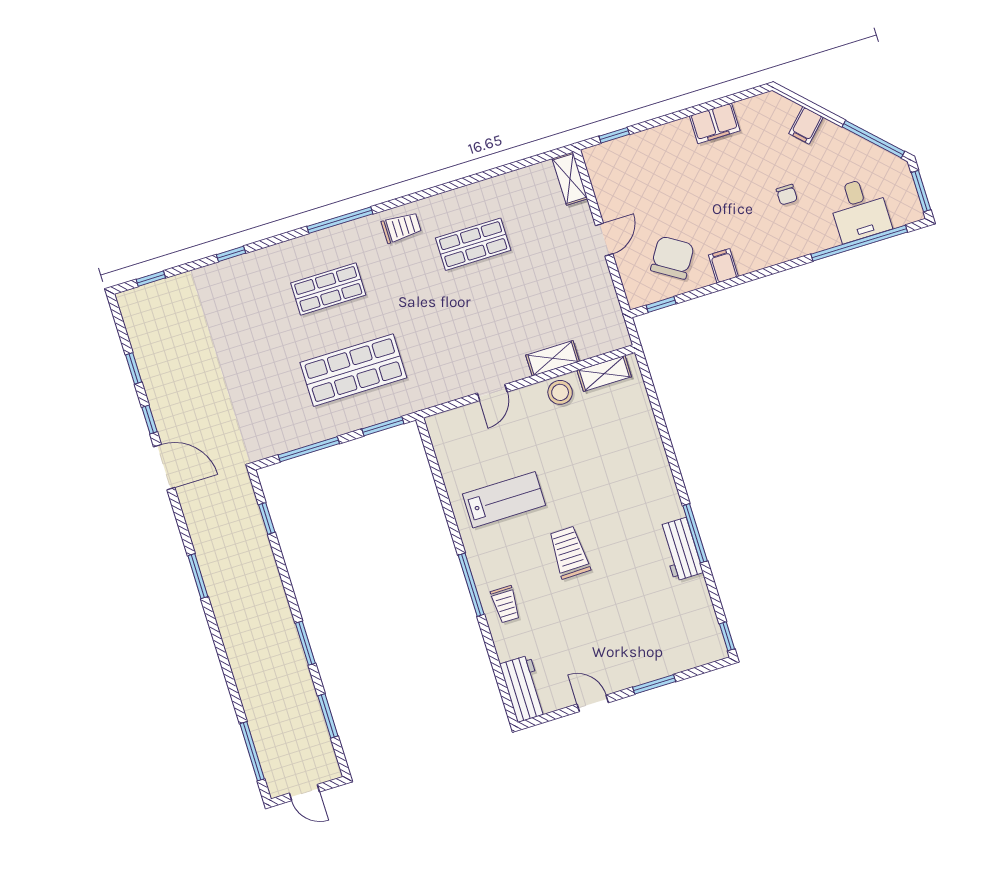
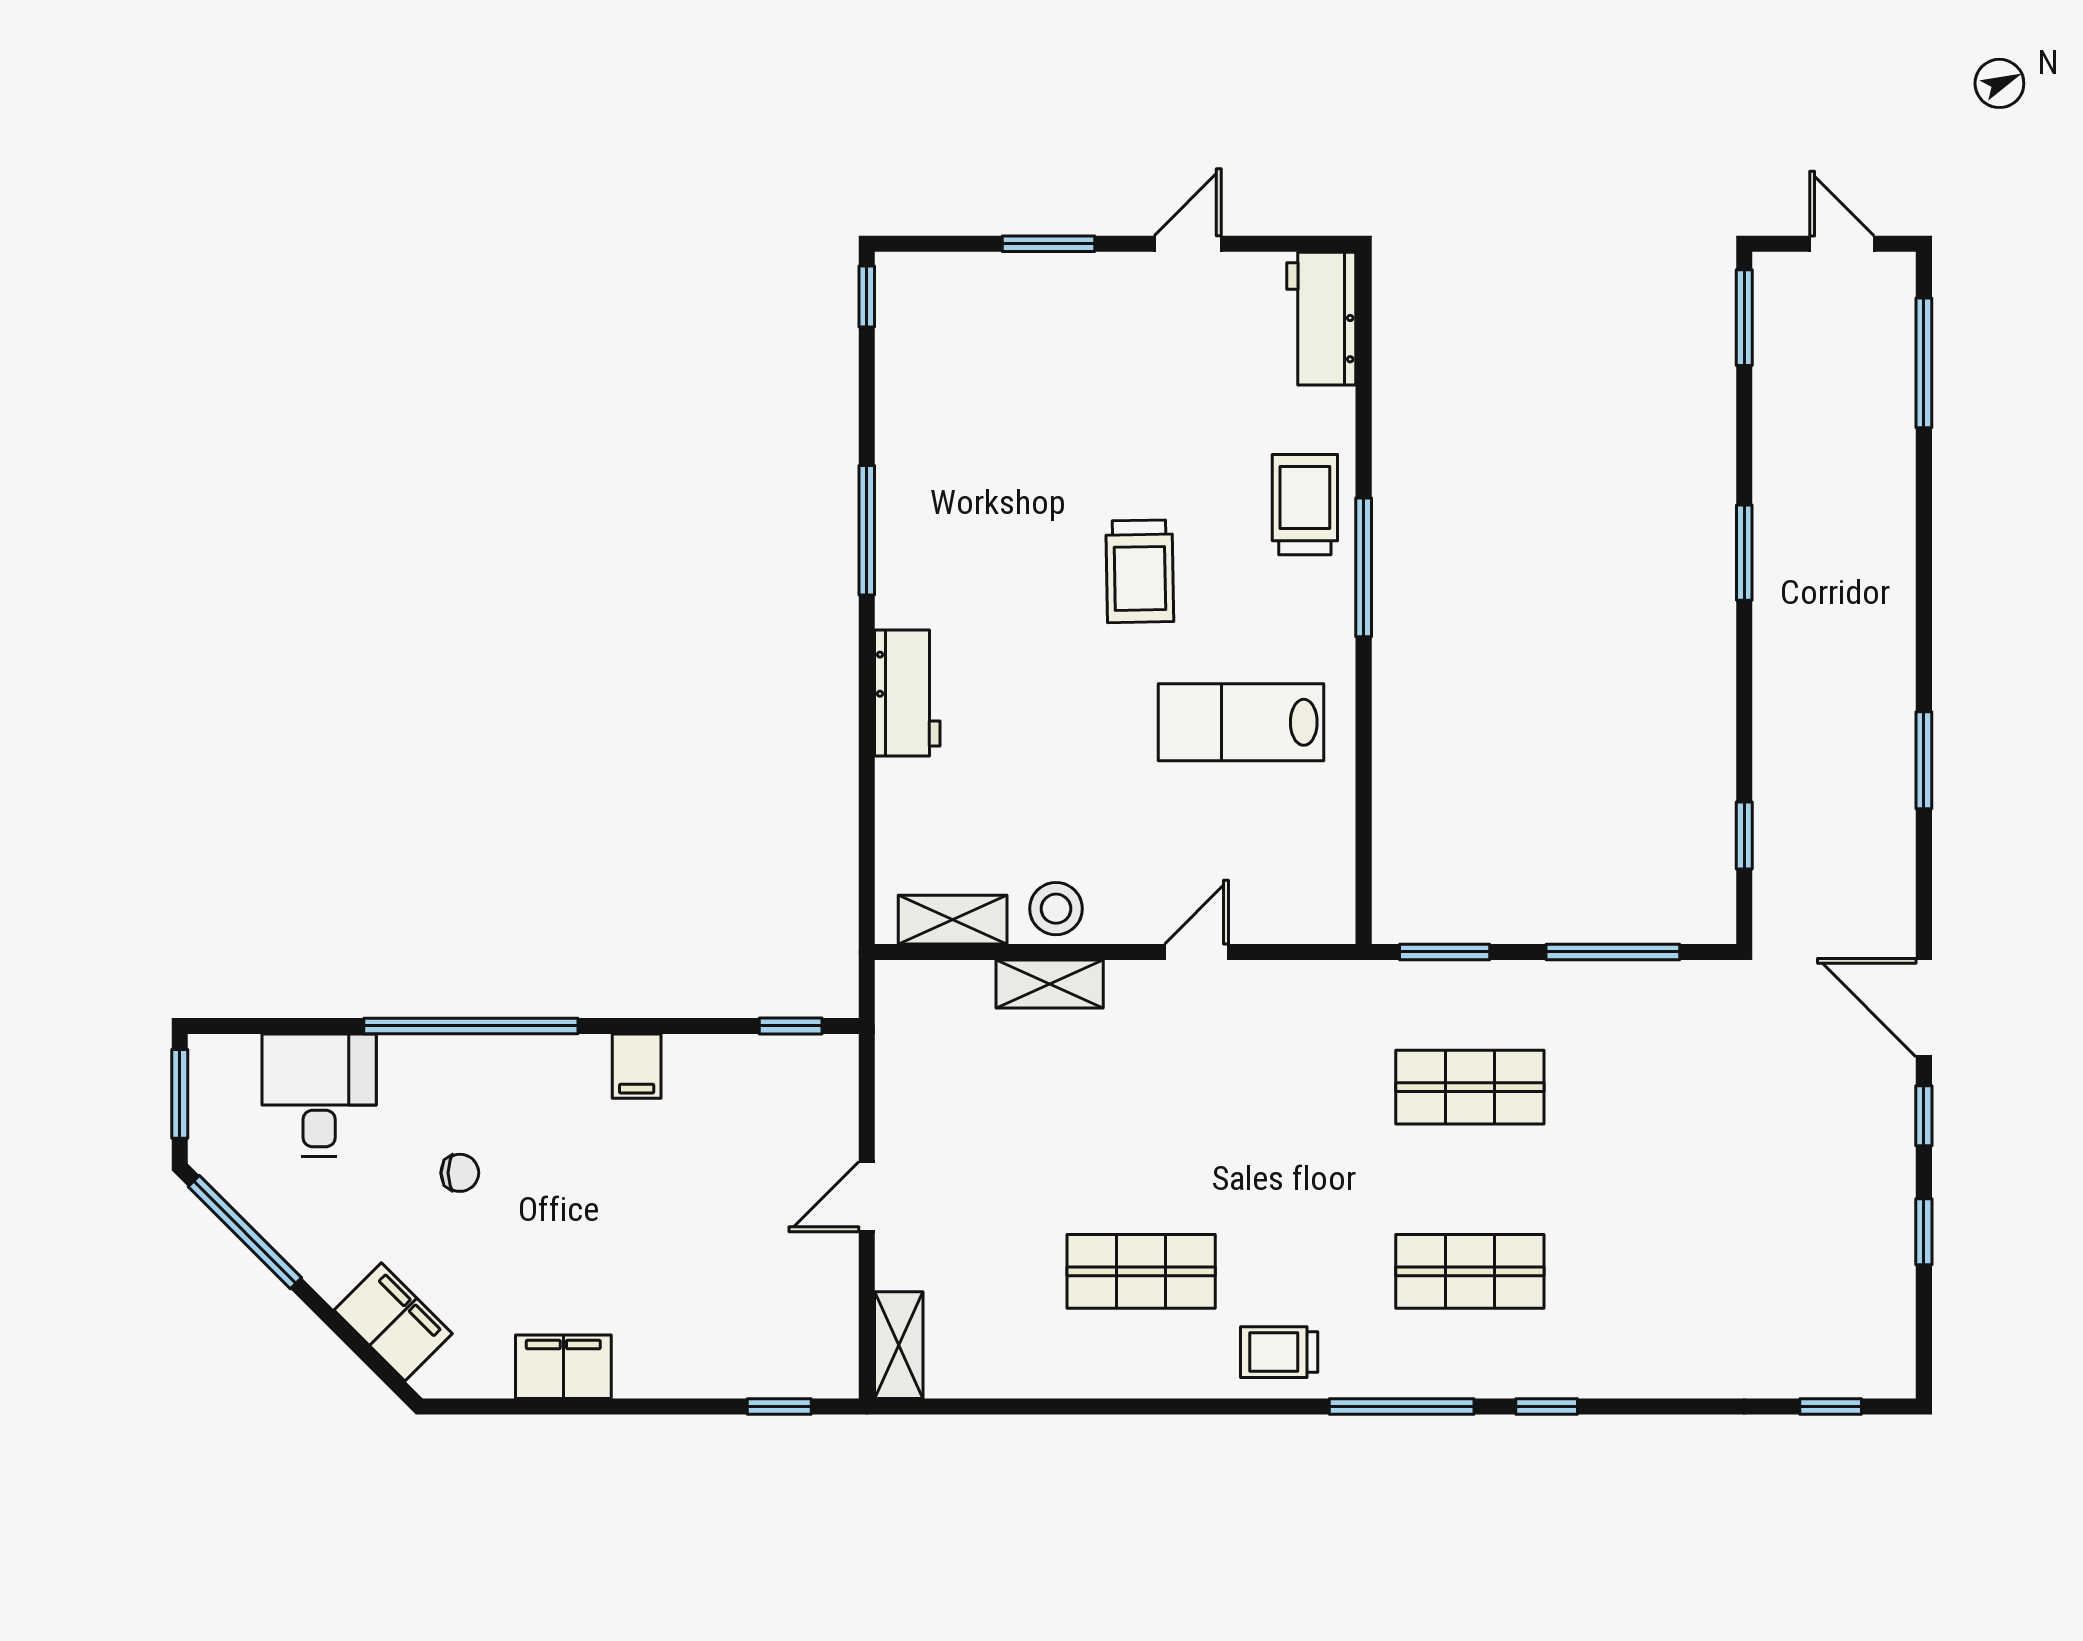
filing cabinet: (806, 125) -> (393, 1322), width x2.00
chair: (787, 195) -> (460, 1173), turned 90
window: (859, 243) -> (471, 1026), moved
window: (231, 254) -> (1547, 1406), moved
chair: (672, 258) -> (737, 1116), removed
shop shelf: (353, 370) -> (1470, 1087), width x0.70, depth x0.74
workbench: (680, 549) -> (907, 693), moved
trolley: (506, 604) -> (1305, 505), width x1.36, depth x1.39
door: (593, 703) -> (1188, 244), swing flipped
window: (328, 716) -> (1744, 318), moved

